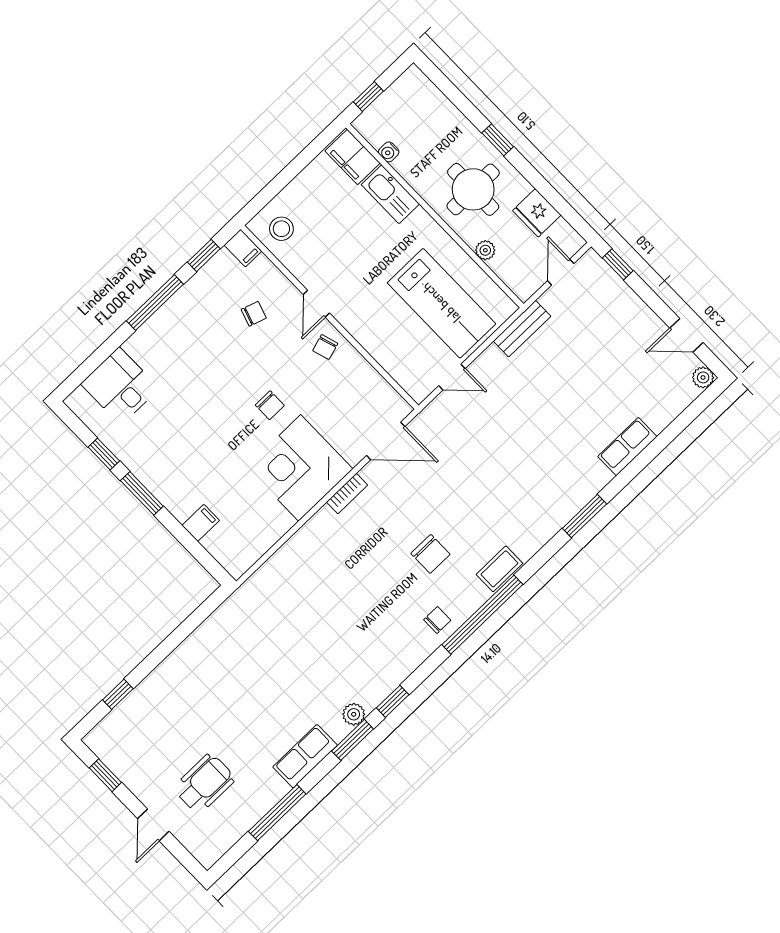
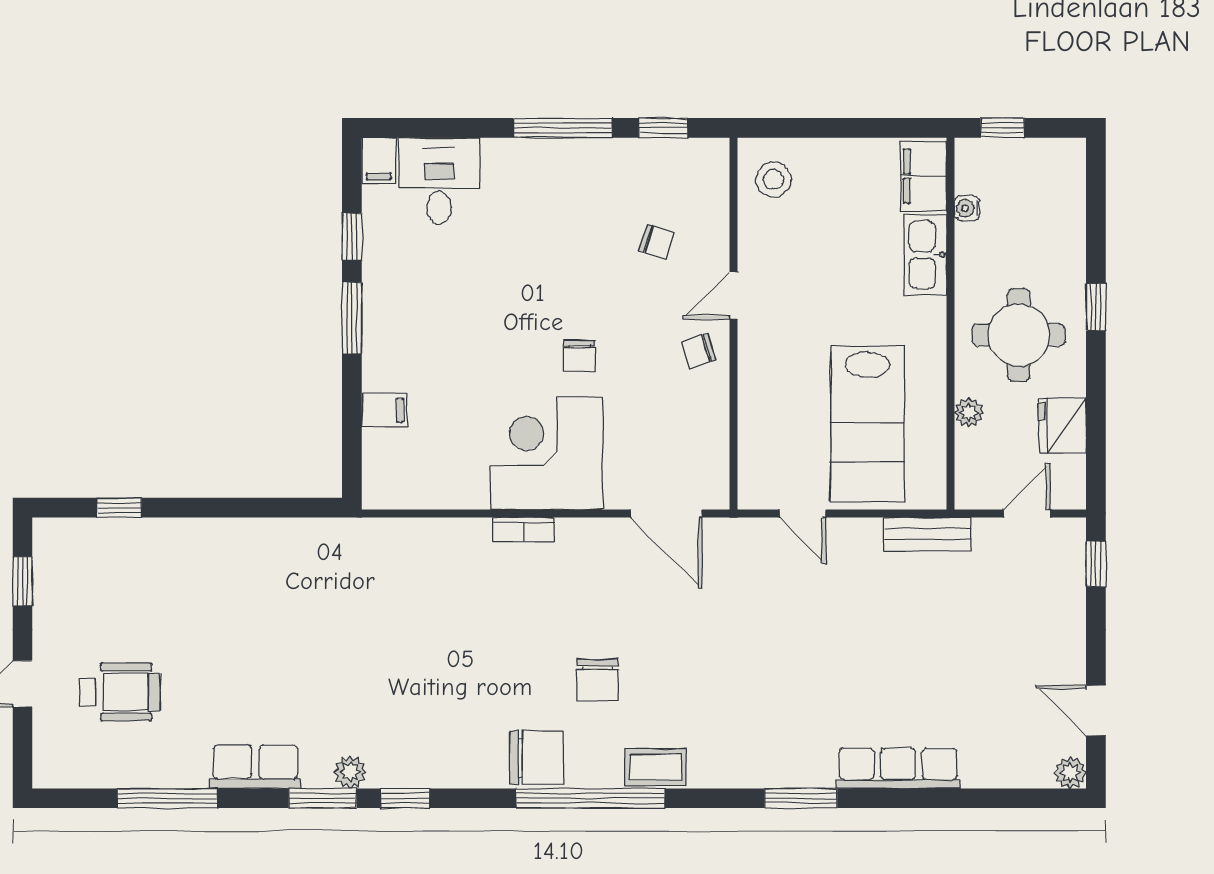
filing cabinet: (243, 248) -> (379, 160), moved
row of seats: (627, 447) -> (898, 768), width x1.48
bookcase: (347, 494) -> (524, 530), moved
chair: (437, 620) -> (537, 758), width x1.87, depth x1.87

